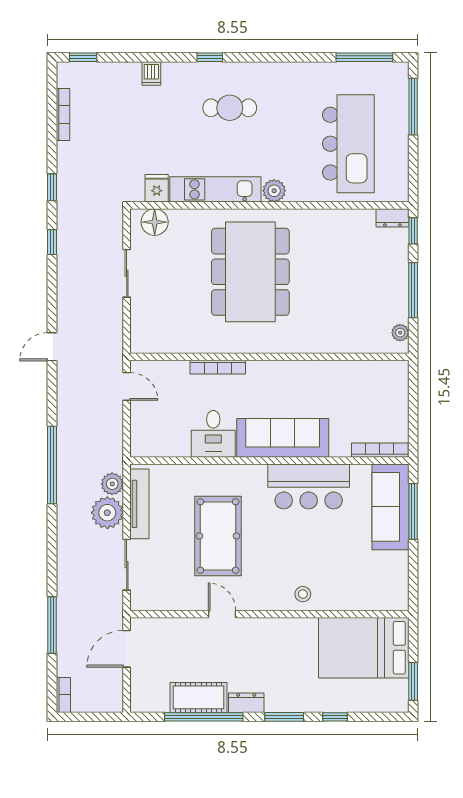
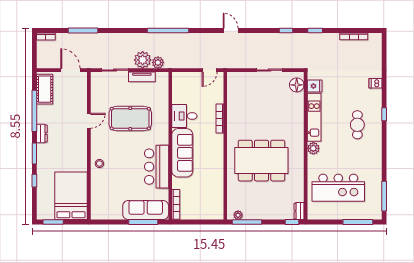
window: (83, 57) -> (384, 47), removed
dining table: (250, 272) -> (261, 161), moved
window: (413, 290) -> (247, 222), moved
tv unit: (139, 504) -> (142, 77), width x0.71
cot: (199, 697) -> (45, 89), moved

